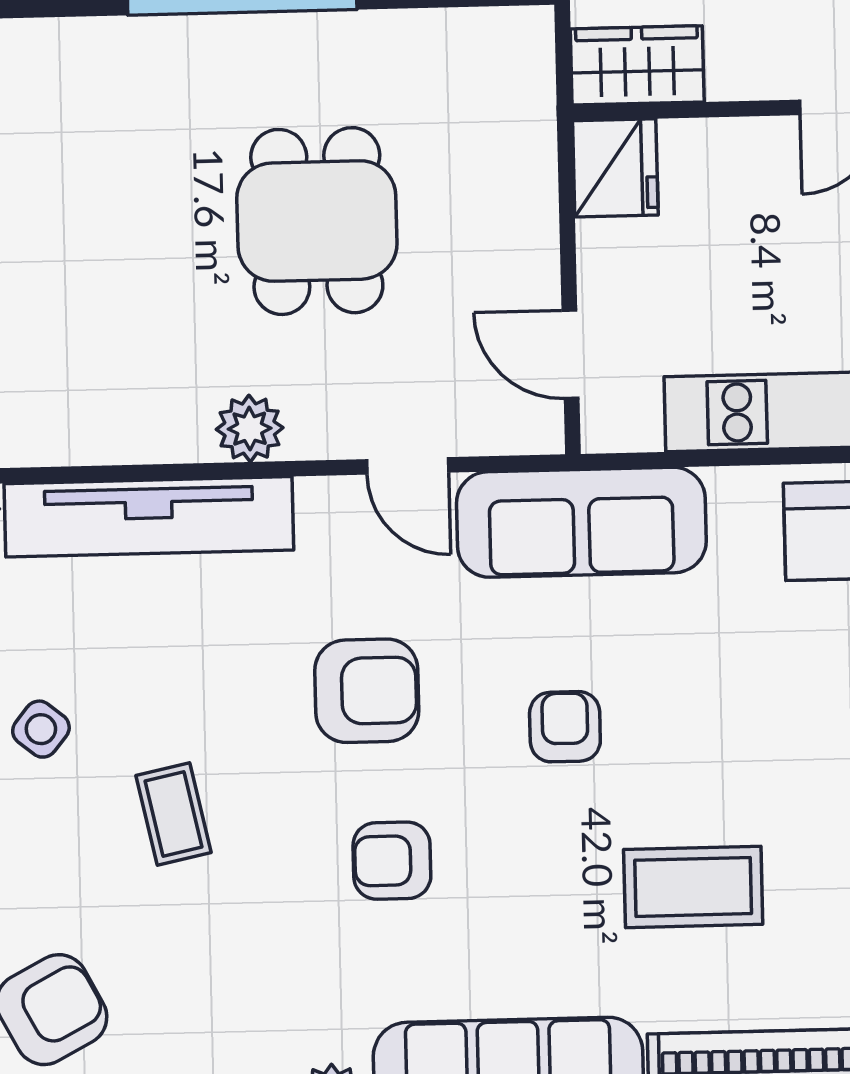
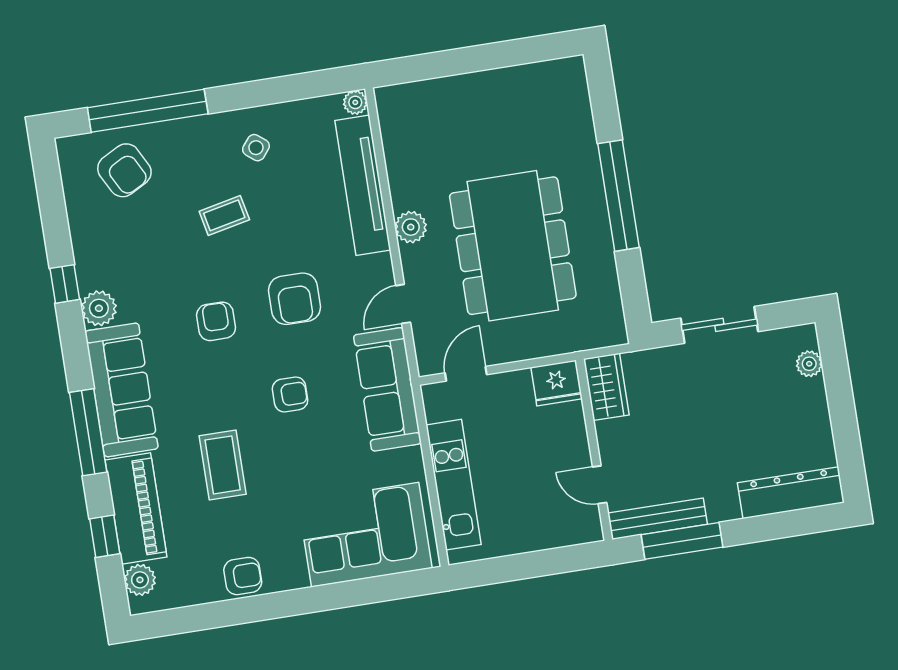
dining table: (317, 221) -> (513, 246), width x1.87, depth x1.24

